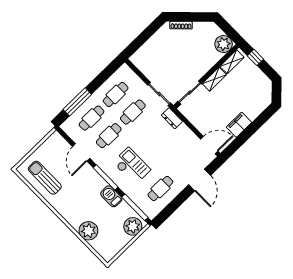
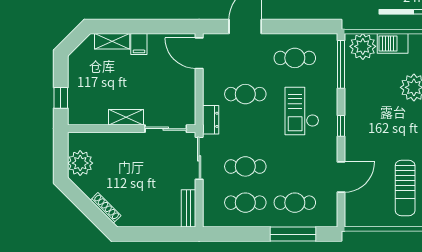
plant: (224, 44) -> (80, 163), moved
shelving: (232, 62) -> (112, 41), moved
bench: (140, 65) -> (188, 208), added
filing cabinet: (239, 125) -> (139, 44), width x0.50
cafe table: (109, 136) -> (245, 94), moved
window: (106, 177) -> (341, 126), width x0.46
barbecue: (111, 196) -> (393, 43), moved, turned 90

